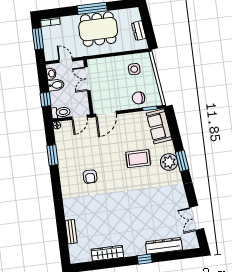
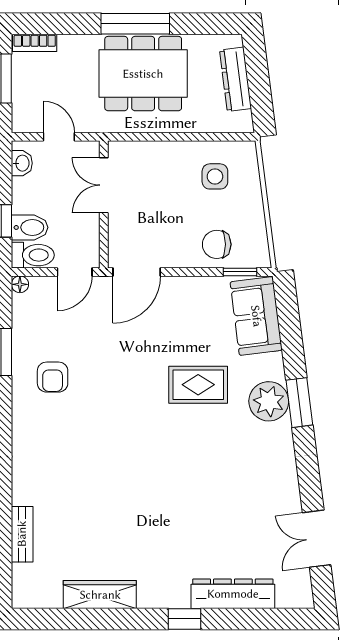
dresser: (139, 31) -> (236, 79), width x1.44
bidet: (56, 85) -> (30, 227), moved
armchair: (90, 177) -> (53, 377), moved

